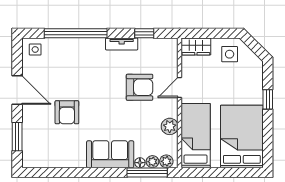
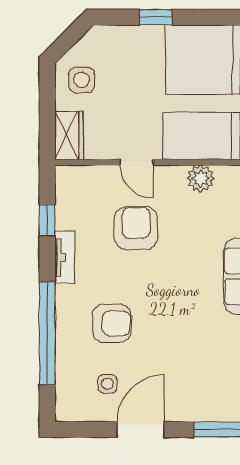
side table: (35, 49) -> (107, 384), moved
armchair: (67, 112) -> (112, 323), moved

